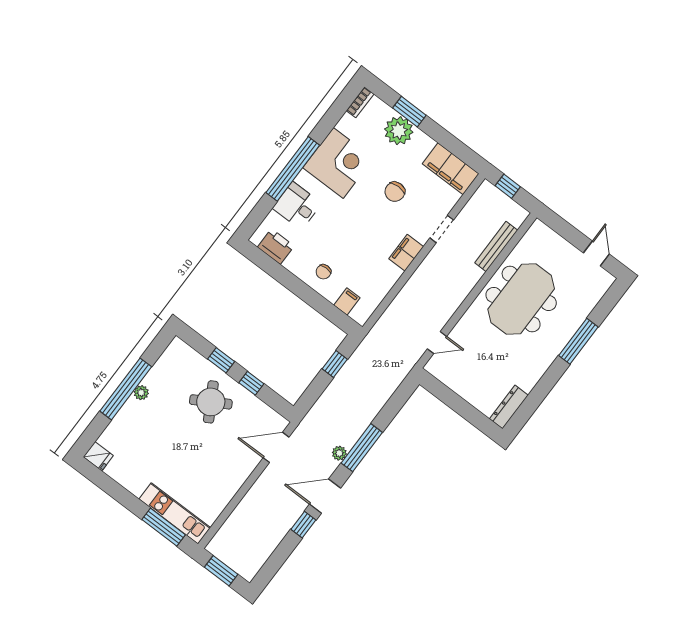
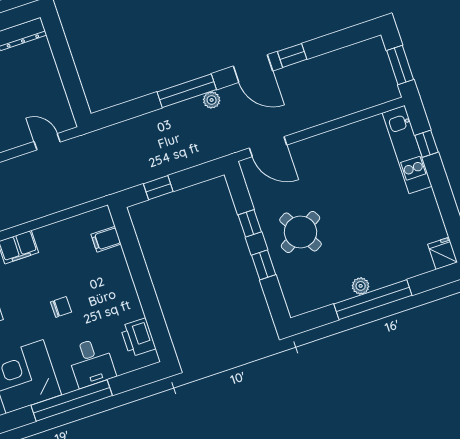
chair: (323, 272) -> (61, 307), moved
window: (164, 527) -> (427, 144), width x0.46

